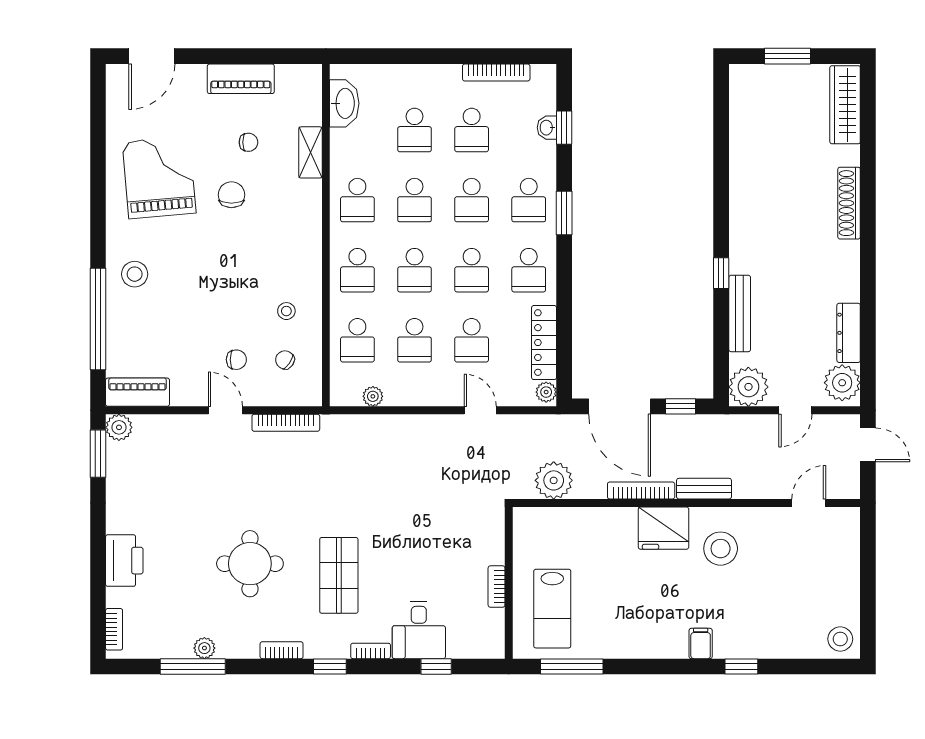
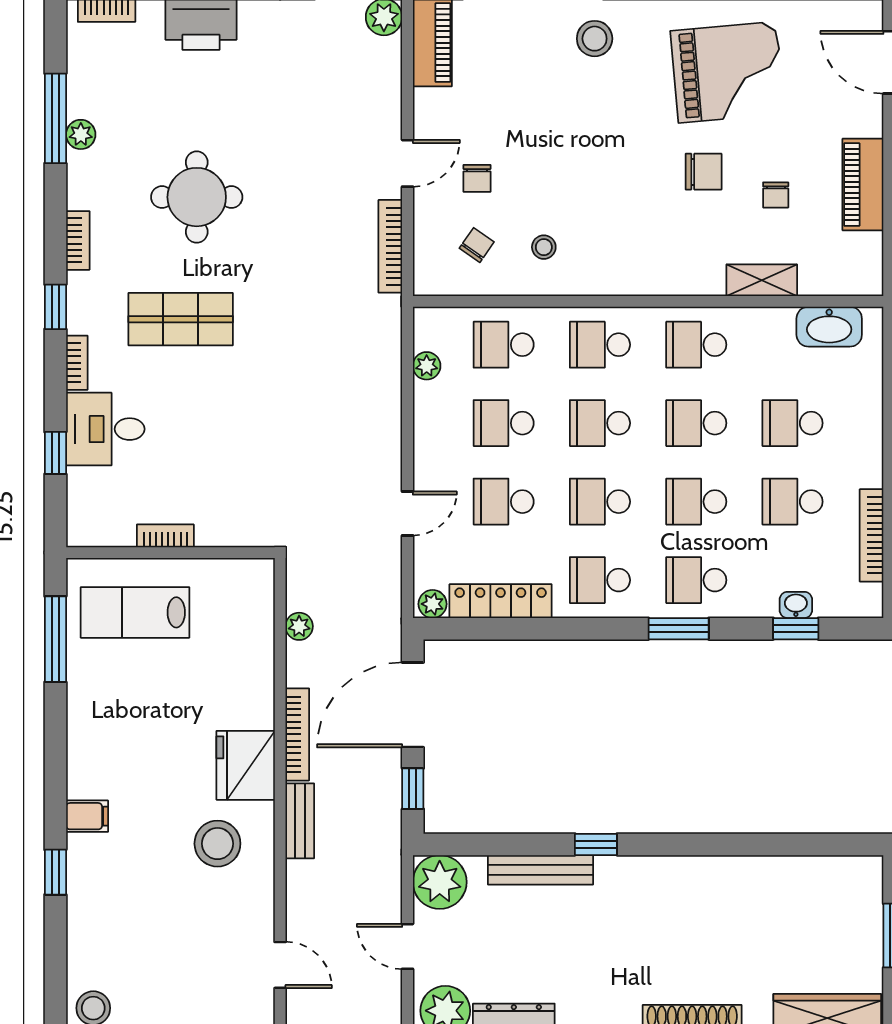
plant: (554, 480) -> (299, 626), width x0.53, depth x0.53

